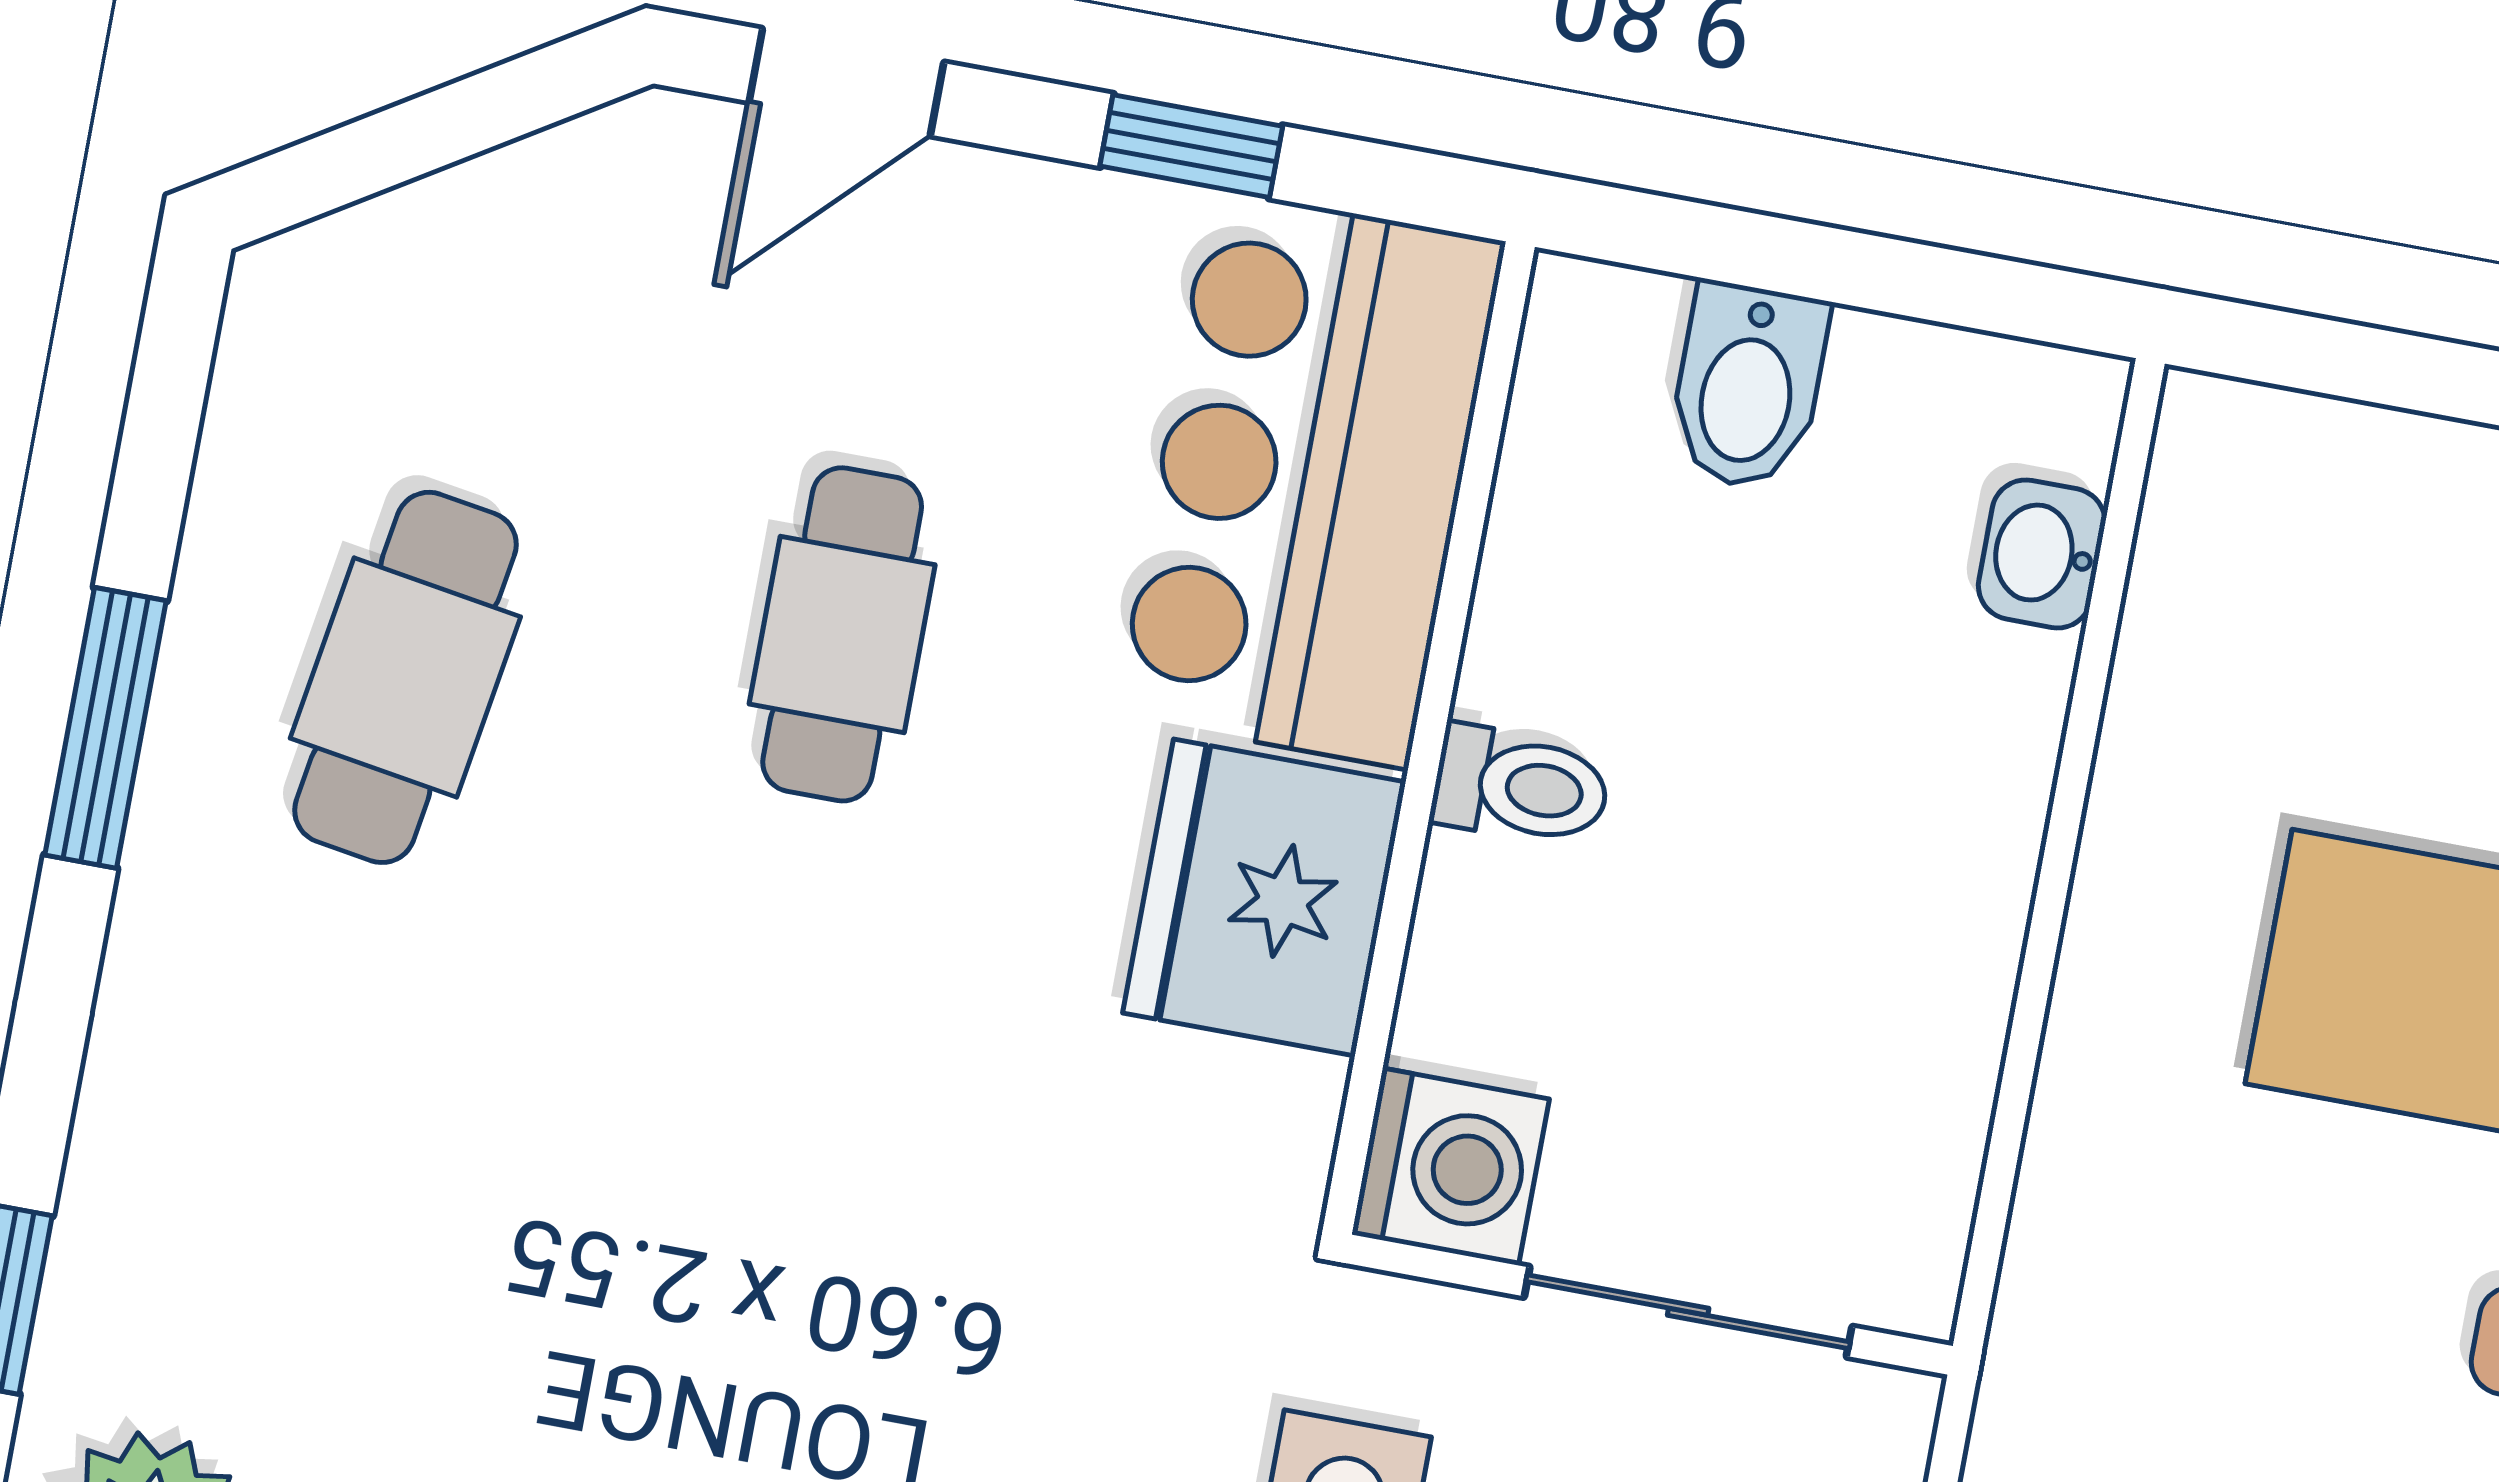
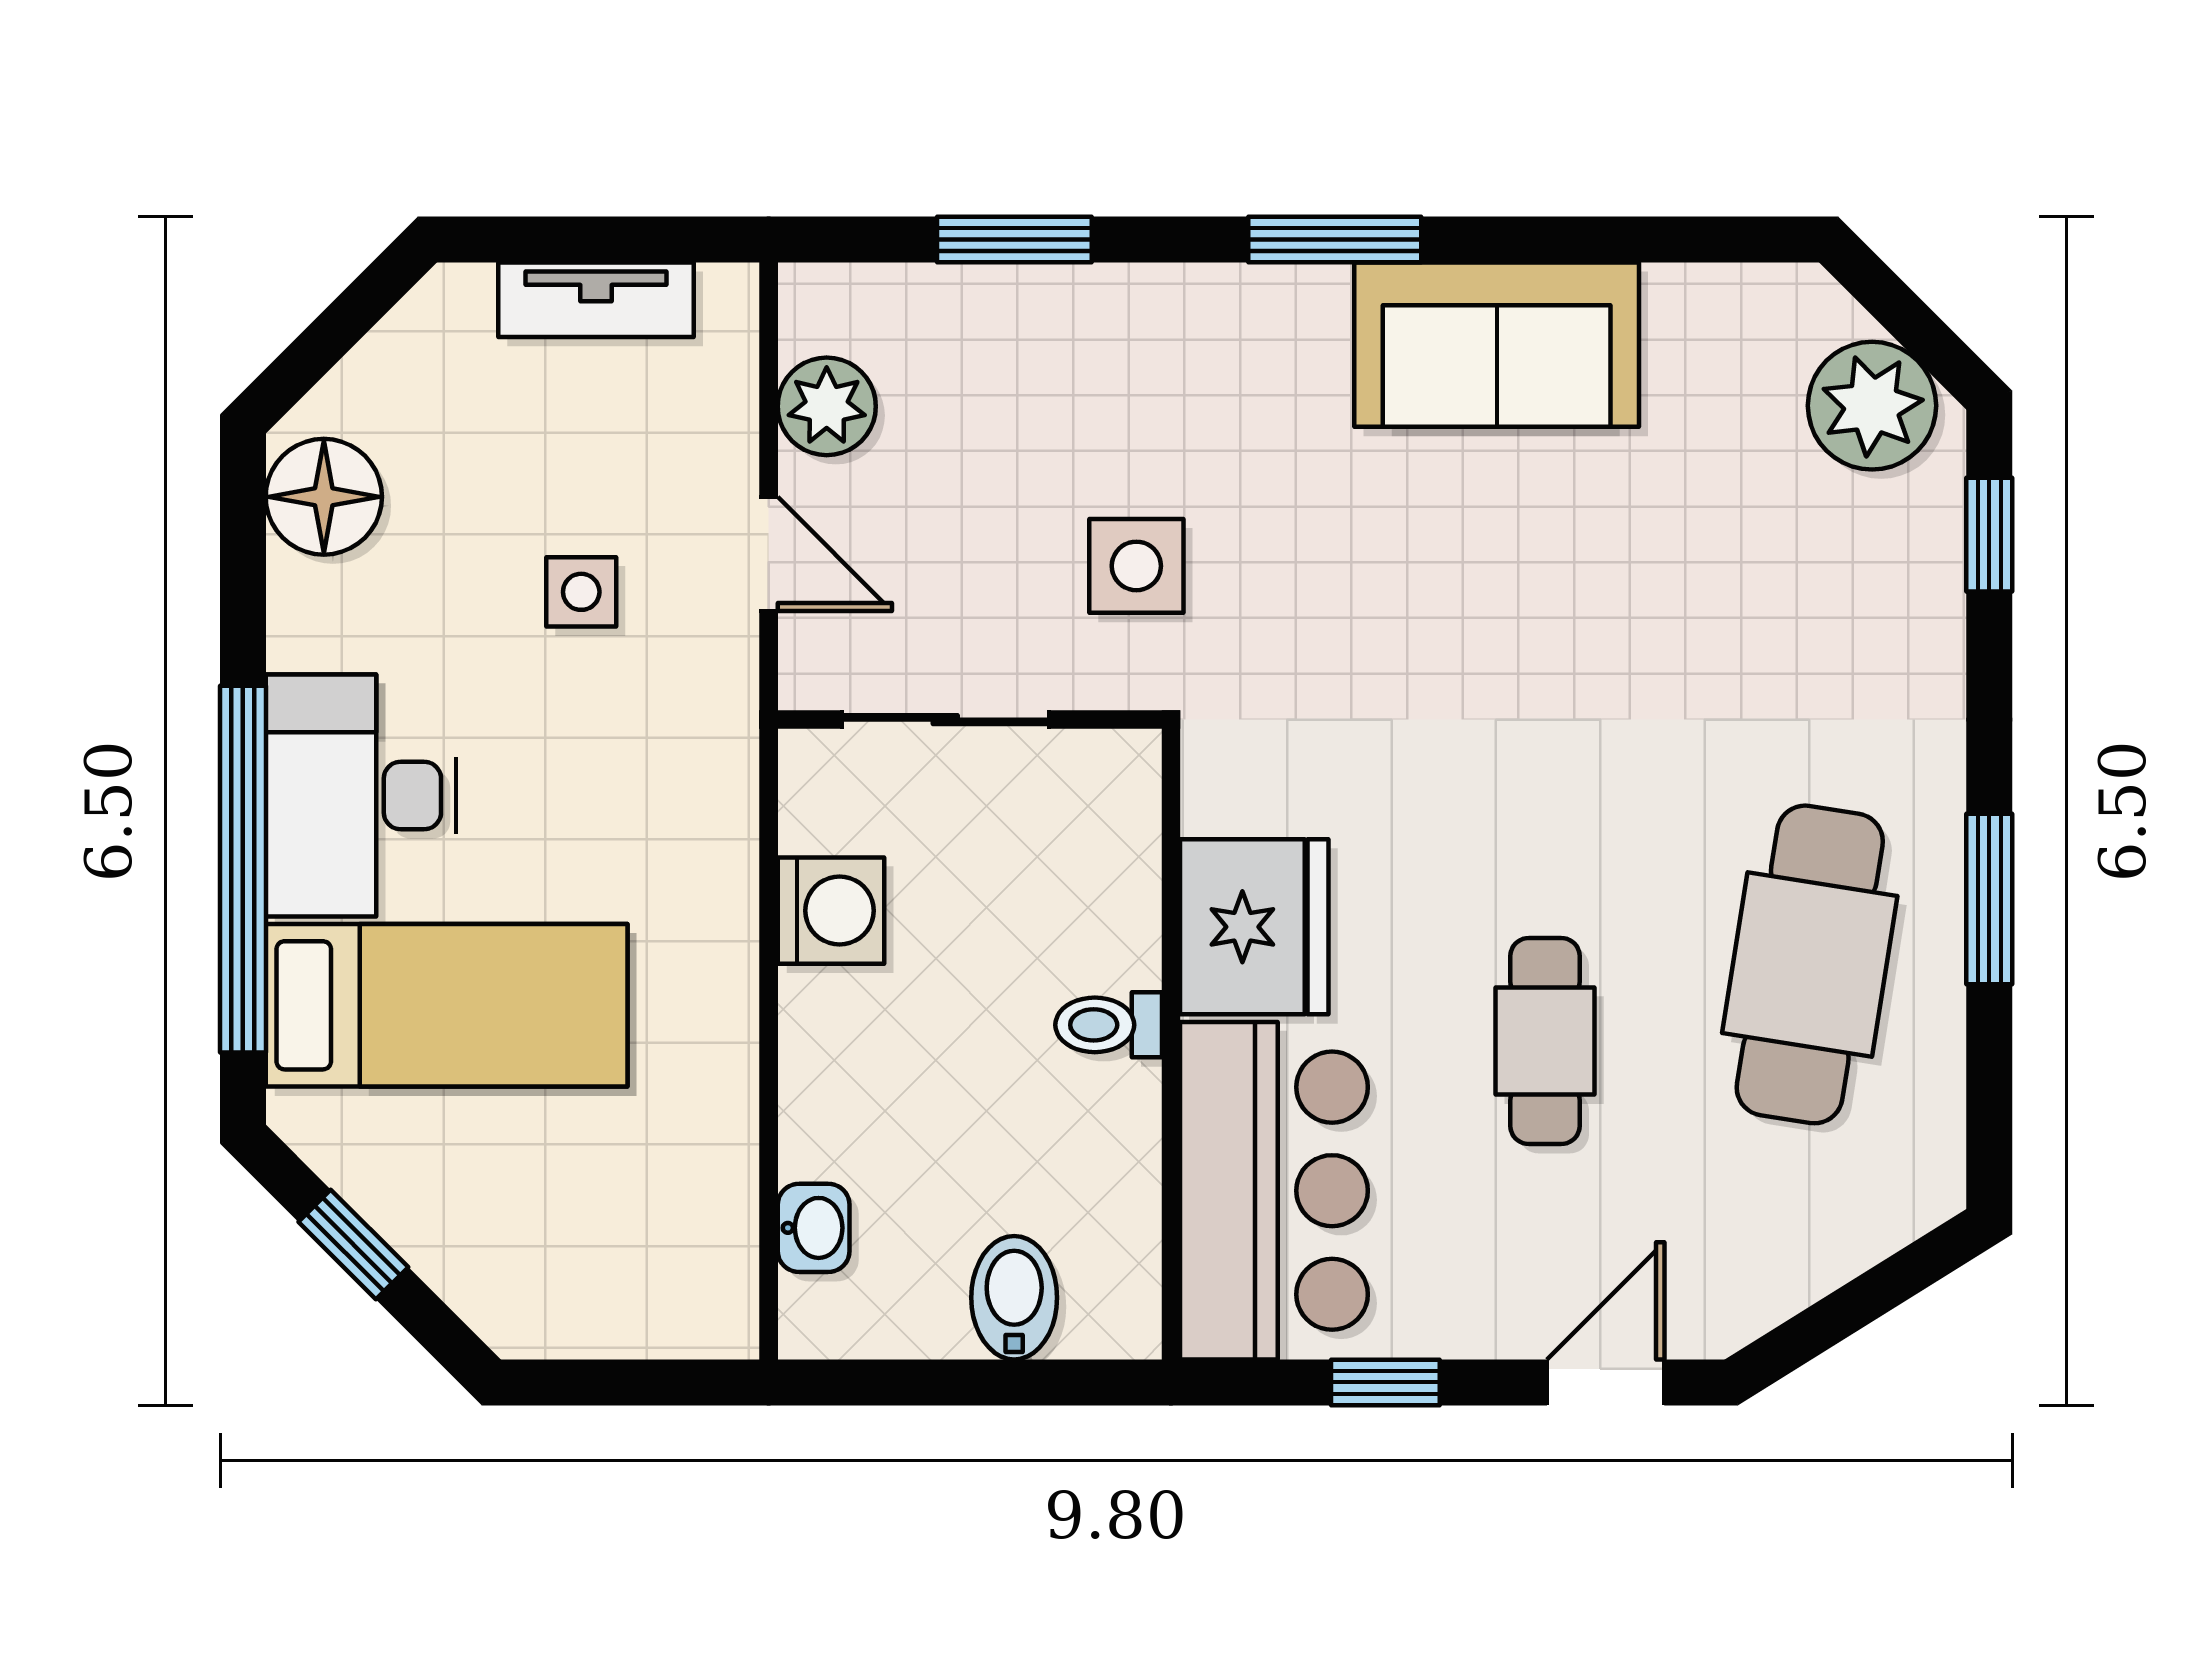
cafe table: (405, 677) -> (1810, 964), width x1.37, depth x1.35
washing machine: (1451, 1167) -> (831, 911), moved, turned 180

